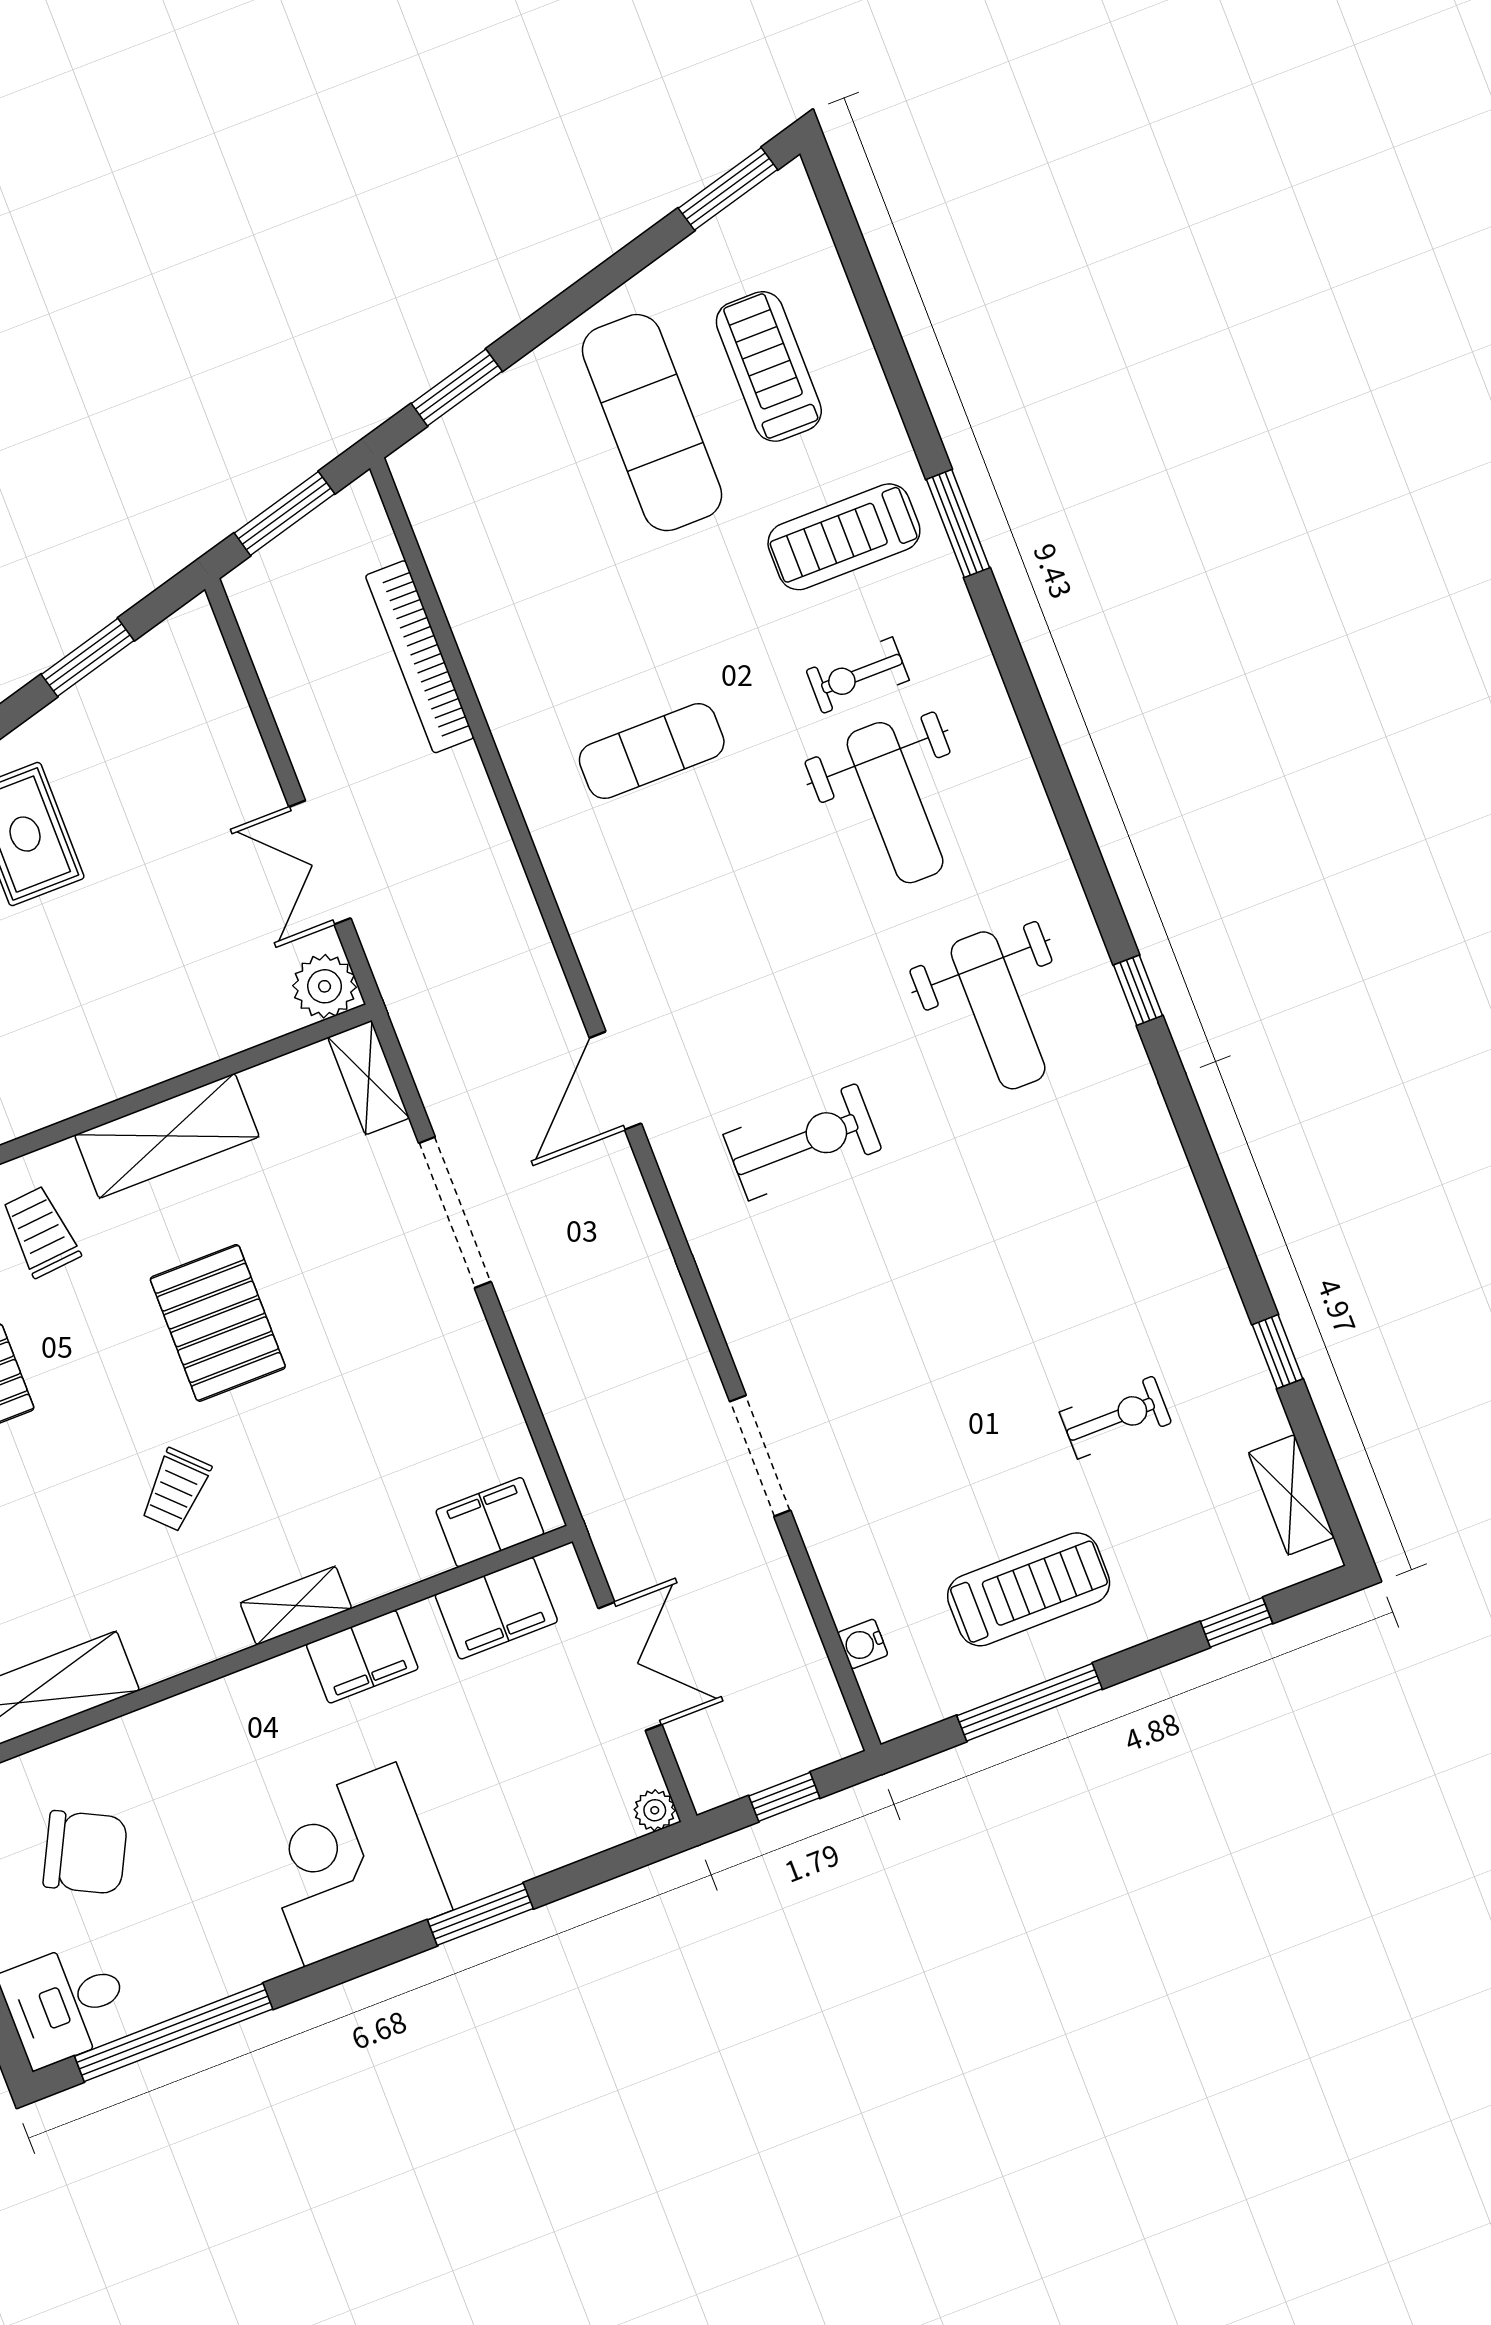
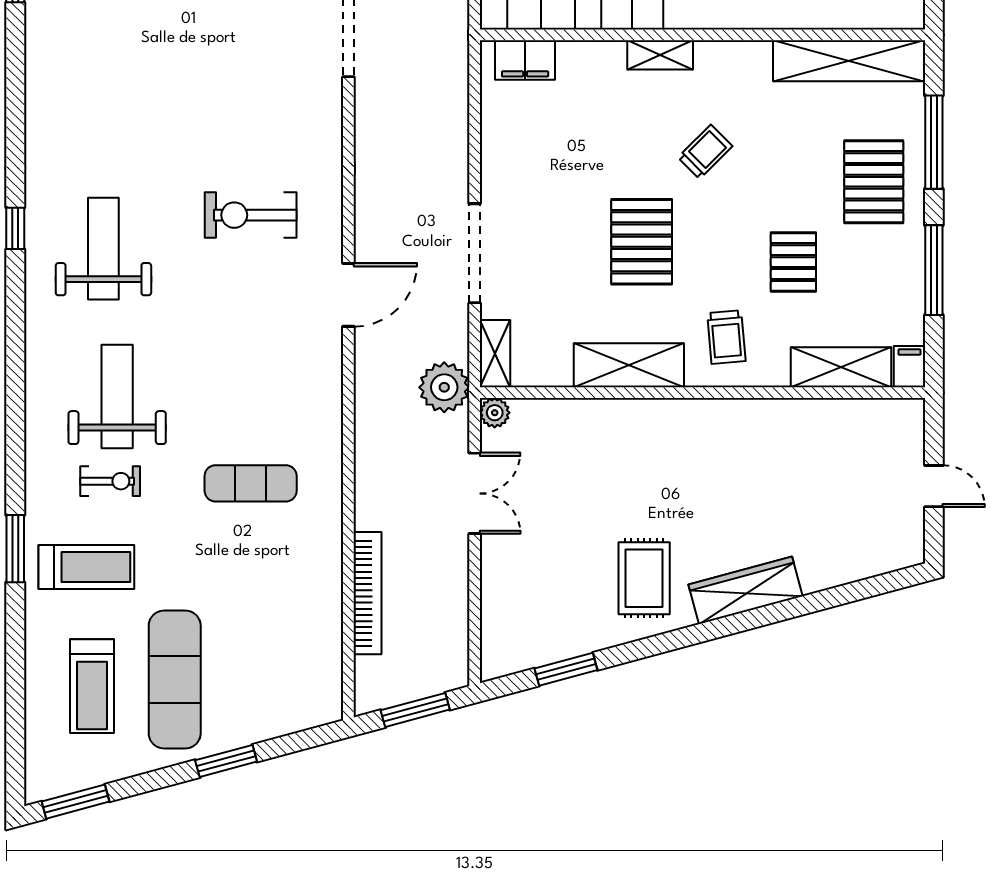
window: (457, 387) -> (226, 761), moved
plant: (325, 986) -> (495, 413), width x0.73, depth x0.73
plant: (424, 1000) -> (444, 387), added

